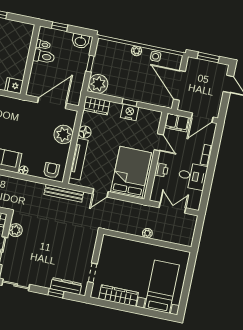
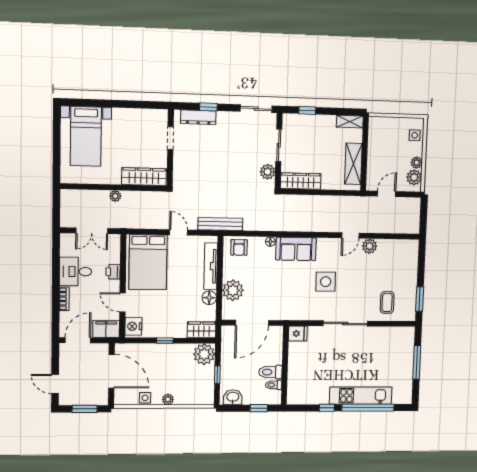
nightstand: (130, 112) -> (133, 326), moved, turned 90
door: (100, 193) -> (179, 232), hinge flipped
wardrobe: (118, 296) -> (144, 177), moved, turned 180

